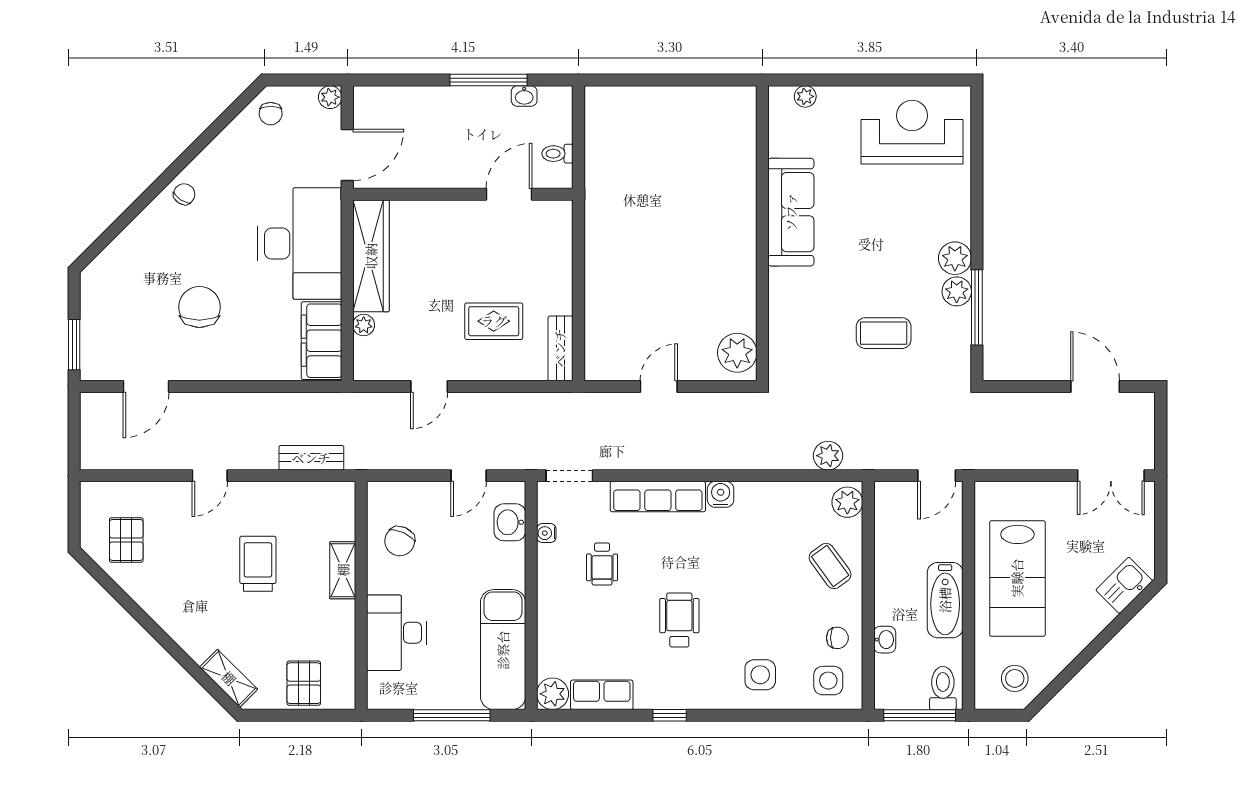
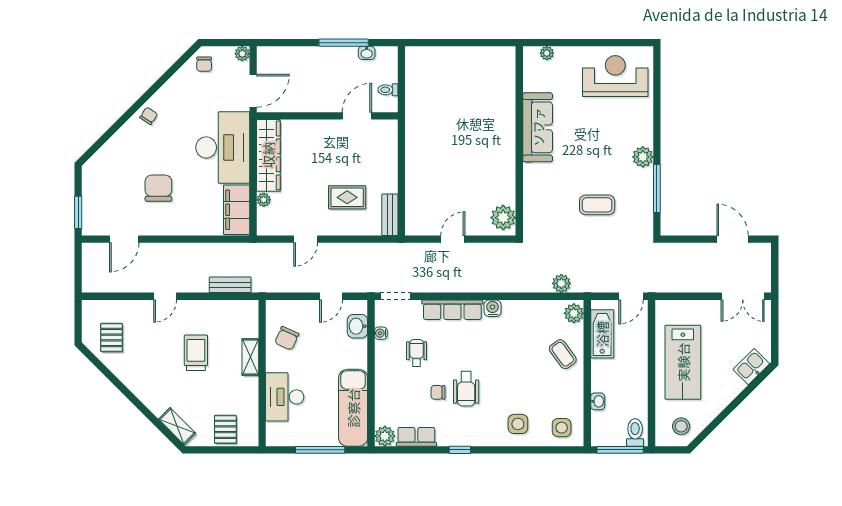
plant: (957, 291) -> (644, 178), removed
wheelchair: (602, 564) -> (417, 353), turned 180
bathtub: (945, 600) -> (602, 334), moved, turned 180
wheelchair: (679, 620) -> (466, 389), turned 180
chair: (837, 638) -> (438, 392), moved, turned 180

